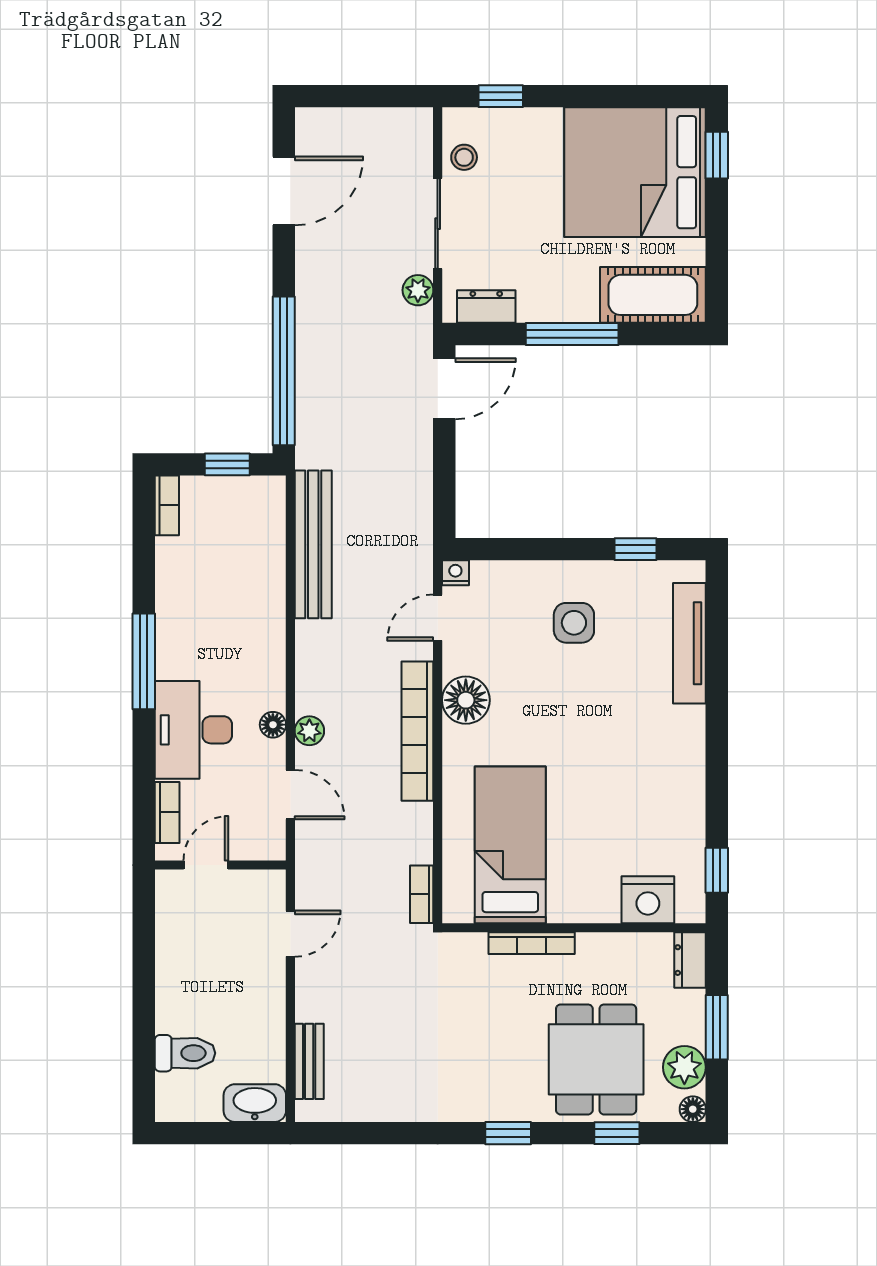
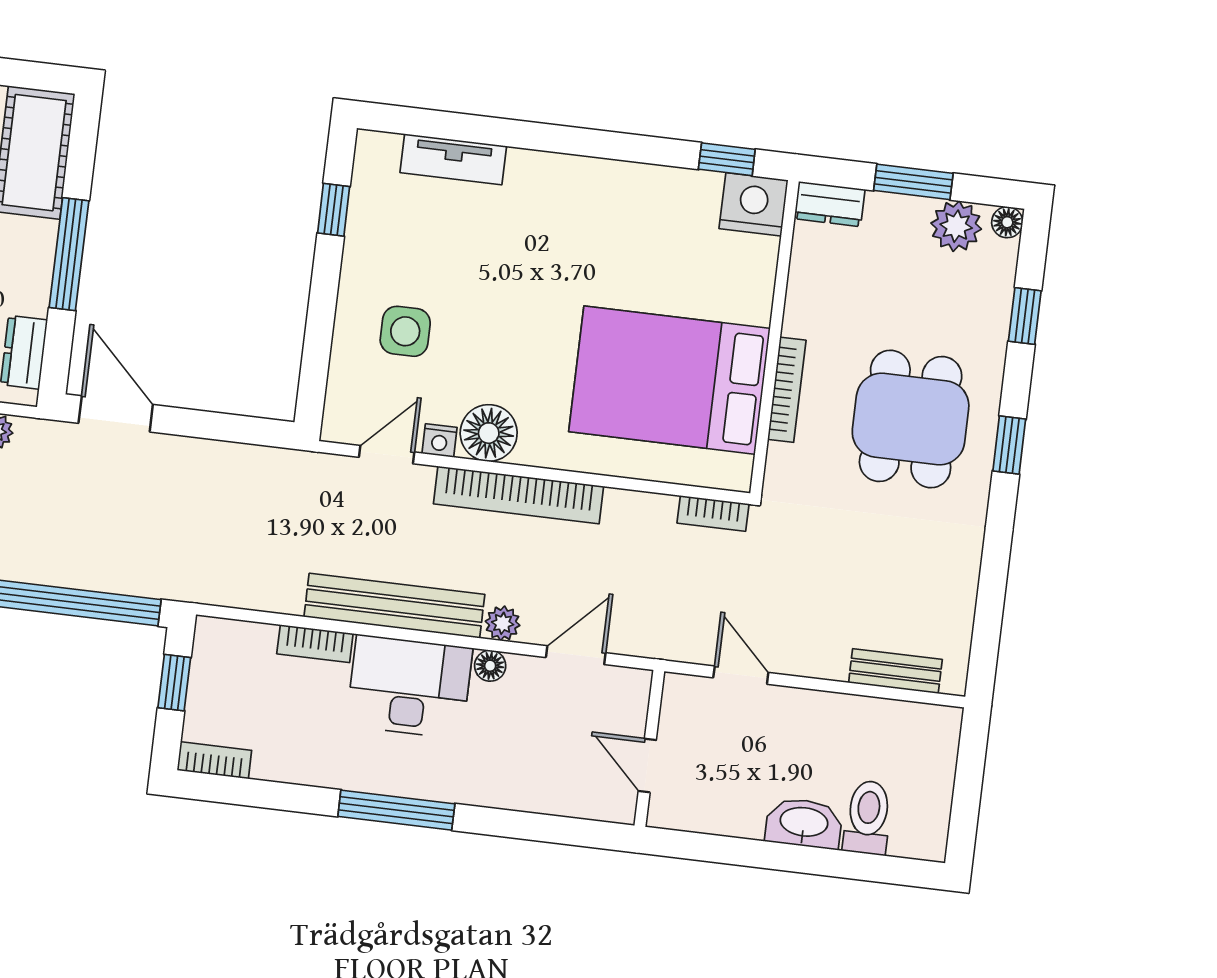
bench: (313, 544) -> (394, 606), moved
nightstand: (455, 573) -> (439, 441), moved, turned -90
door: (438, 618) -> (387, 455), swing flipped
side table: (574, 623) -> (405, 331), moved
tv unit: (689, 643) -> (453, 159), width x0.71
desk: (193, 730) -> (409, 687), moved, turned 180
bookcase: (167, 812) -> (315, 644), moved, turned 180
bed: (510, 845) -> (669, 380), width x1.50
nightstand: (648, 900) -> (754, 204), moved, turned -90
dining table: (596, 1059) -> (911, 419), moved, turned 90
washbasin: (255, 1103) -> (804, 823), moved, turned 90

